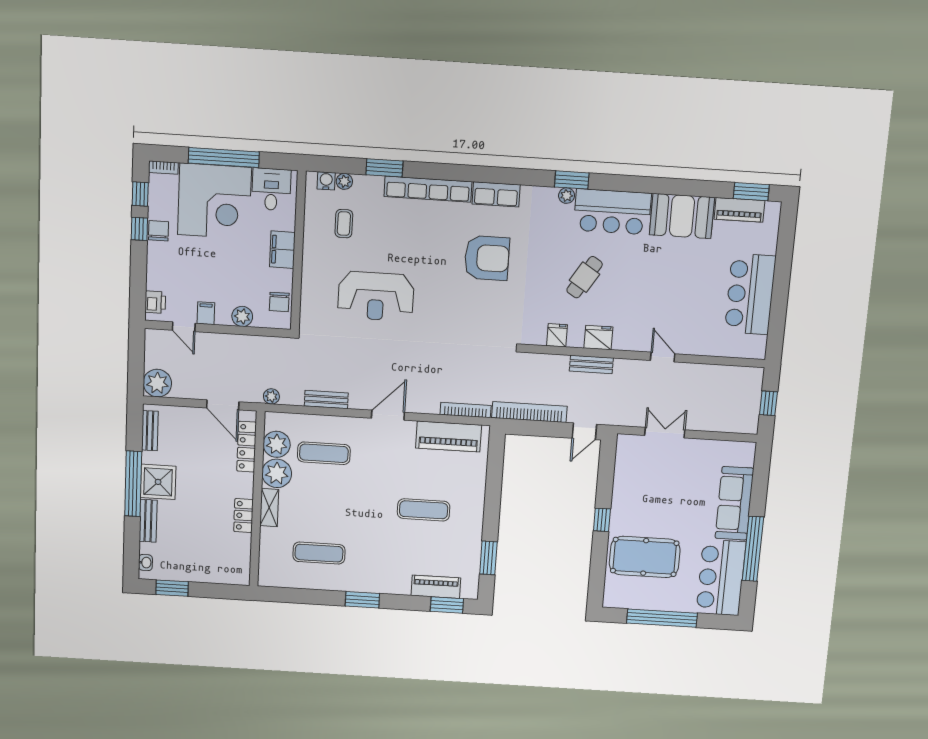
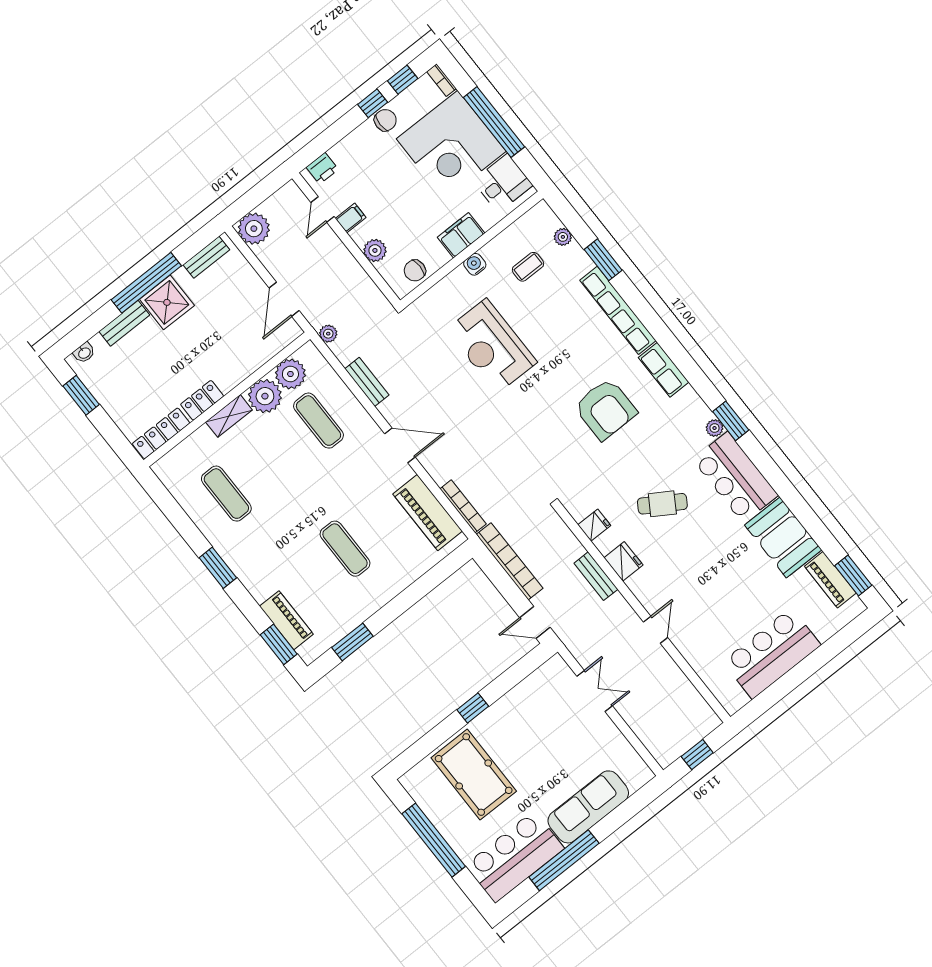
water cooler: (326, 181) -> (475, 264), moved, turned -90
locker: (247, 447) -> (161, 433), moved

